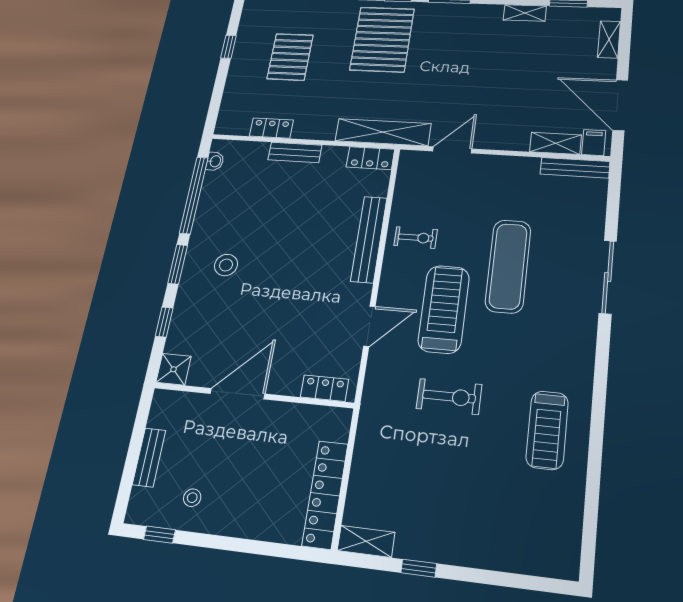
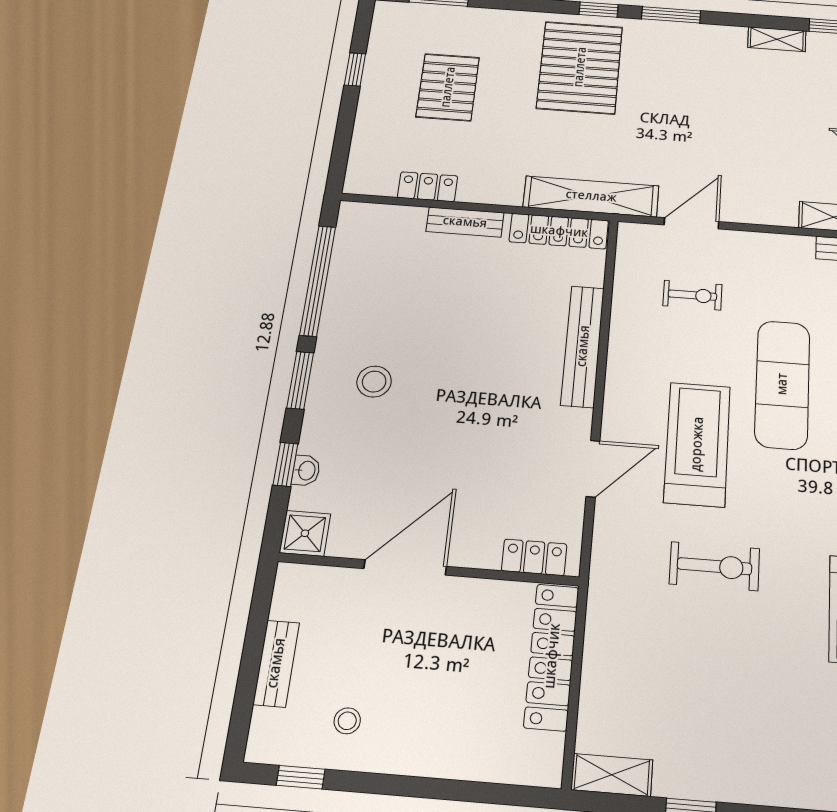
locker: (370, 158) -> (559, 231), width x1.53
washbasin: (215, 161) -> (306, 471), moved
exercise bike: (416, 238) -> (692, 295), moved
locker: (325, 494) -> (552, 656), moved

